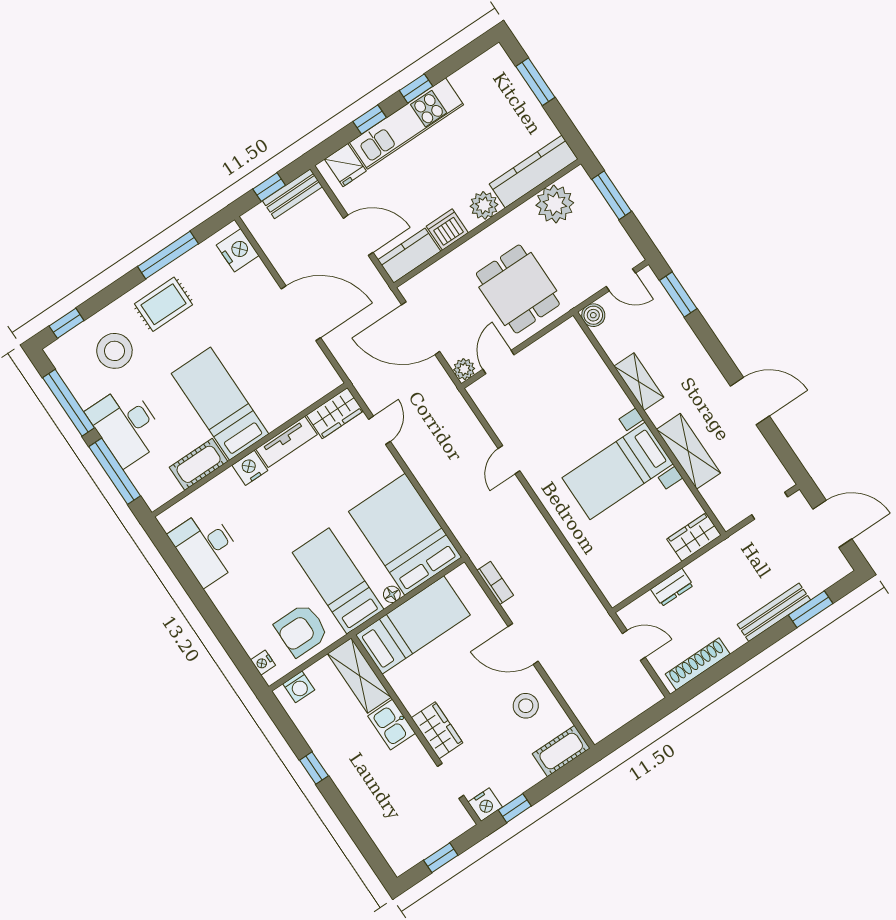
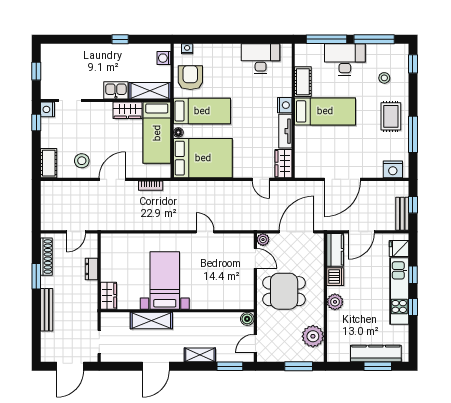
kitchen counter: (534, 172) -> (376, 353), moved, turned -90
stool: (114, 351) -> (384, 78), width x0.53, depth x0.53
shelving: (639, 382) -> (200, 355), moved
window: (811, 609) -> (36, 276), moved
wardrobe: (437, 730) -> (127, 110), moved

